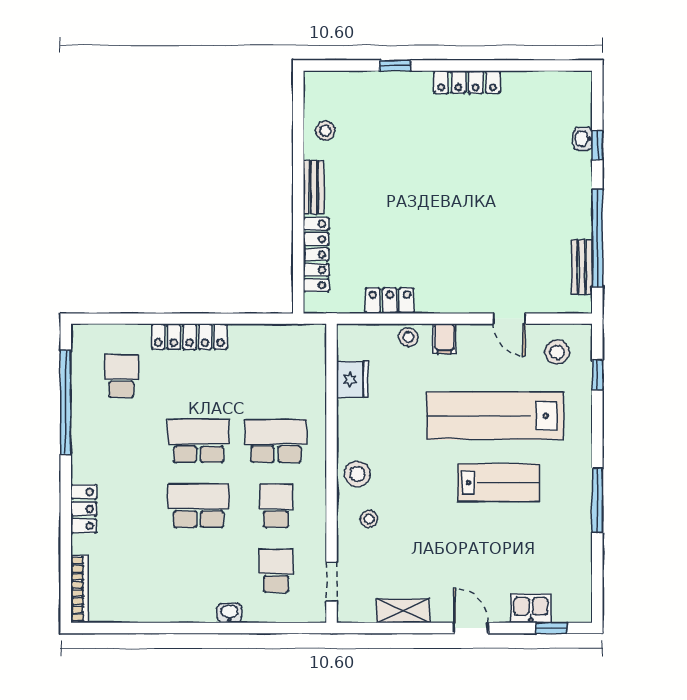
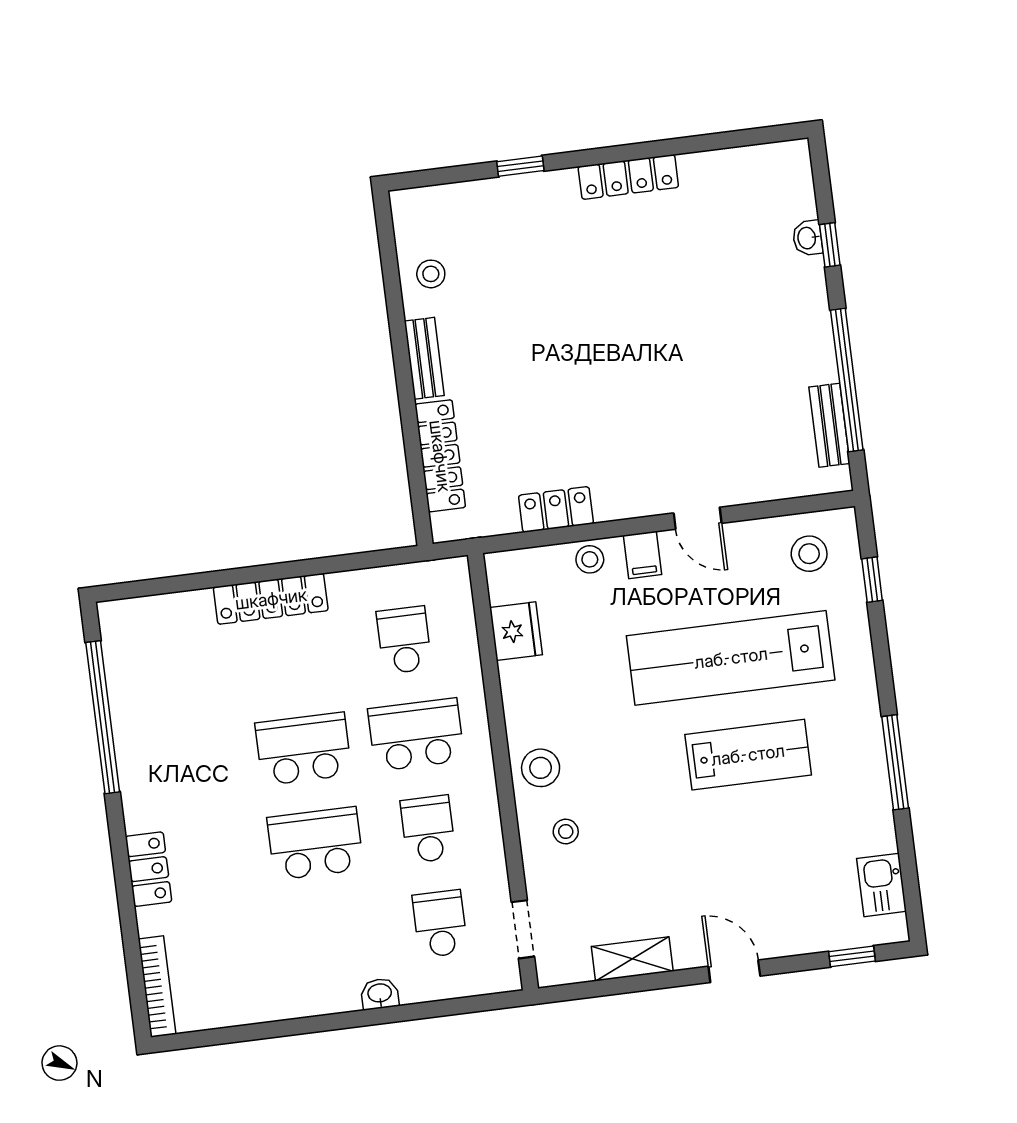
door: (509, 319) -> (698, 518), moved
school desk: (121, 376) -> (404, 640), moved
kitchen sink: (531, 608) -> (882, 885), moved, turned -90

